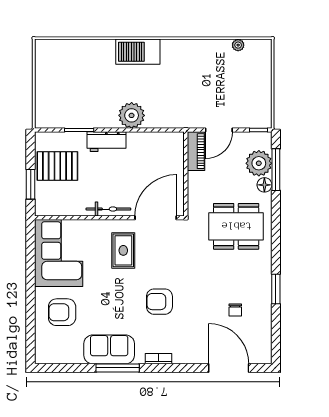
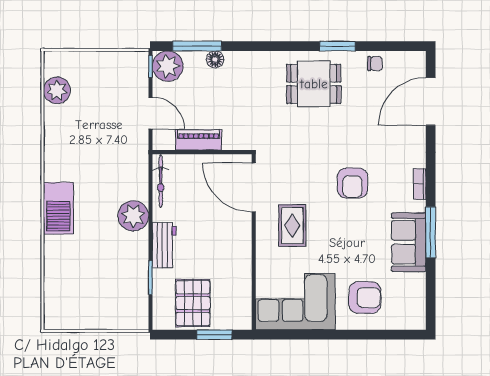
plant: (238, 45) -> (57, 90), width x1.88, depth x1.88
piano: (196, 151) -> (199, 140), moved
plant: (259, 163) -> (168, 66), moved
bicycle: (108, 209) -> (161, 181), moved, turned 180
dining table: (236, 226) -> (314, 84), moved, width x0.73
rug: (123, 250) -> (292, 226), turned 90
chair: (235, 310) -> (375, 64), moved
armchair: (62, 312) -> (365, 298), turned -89

